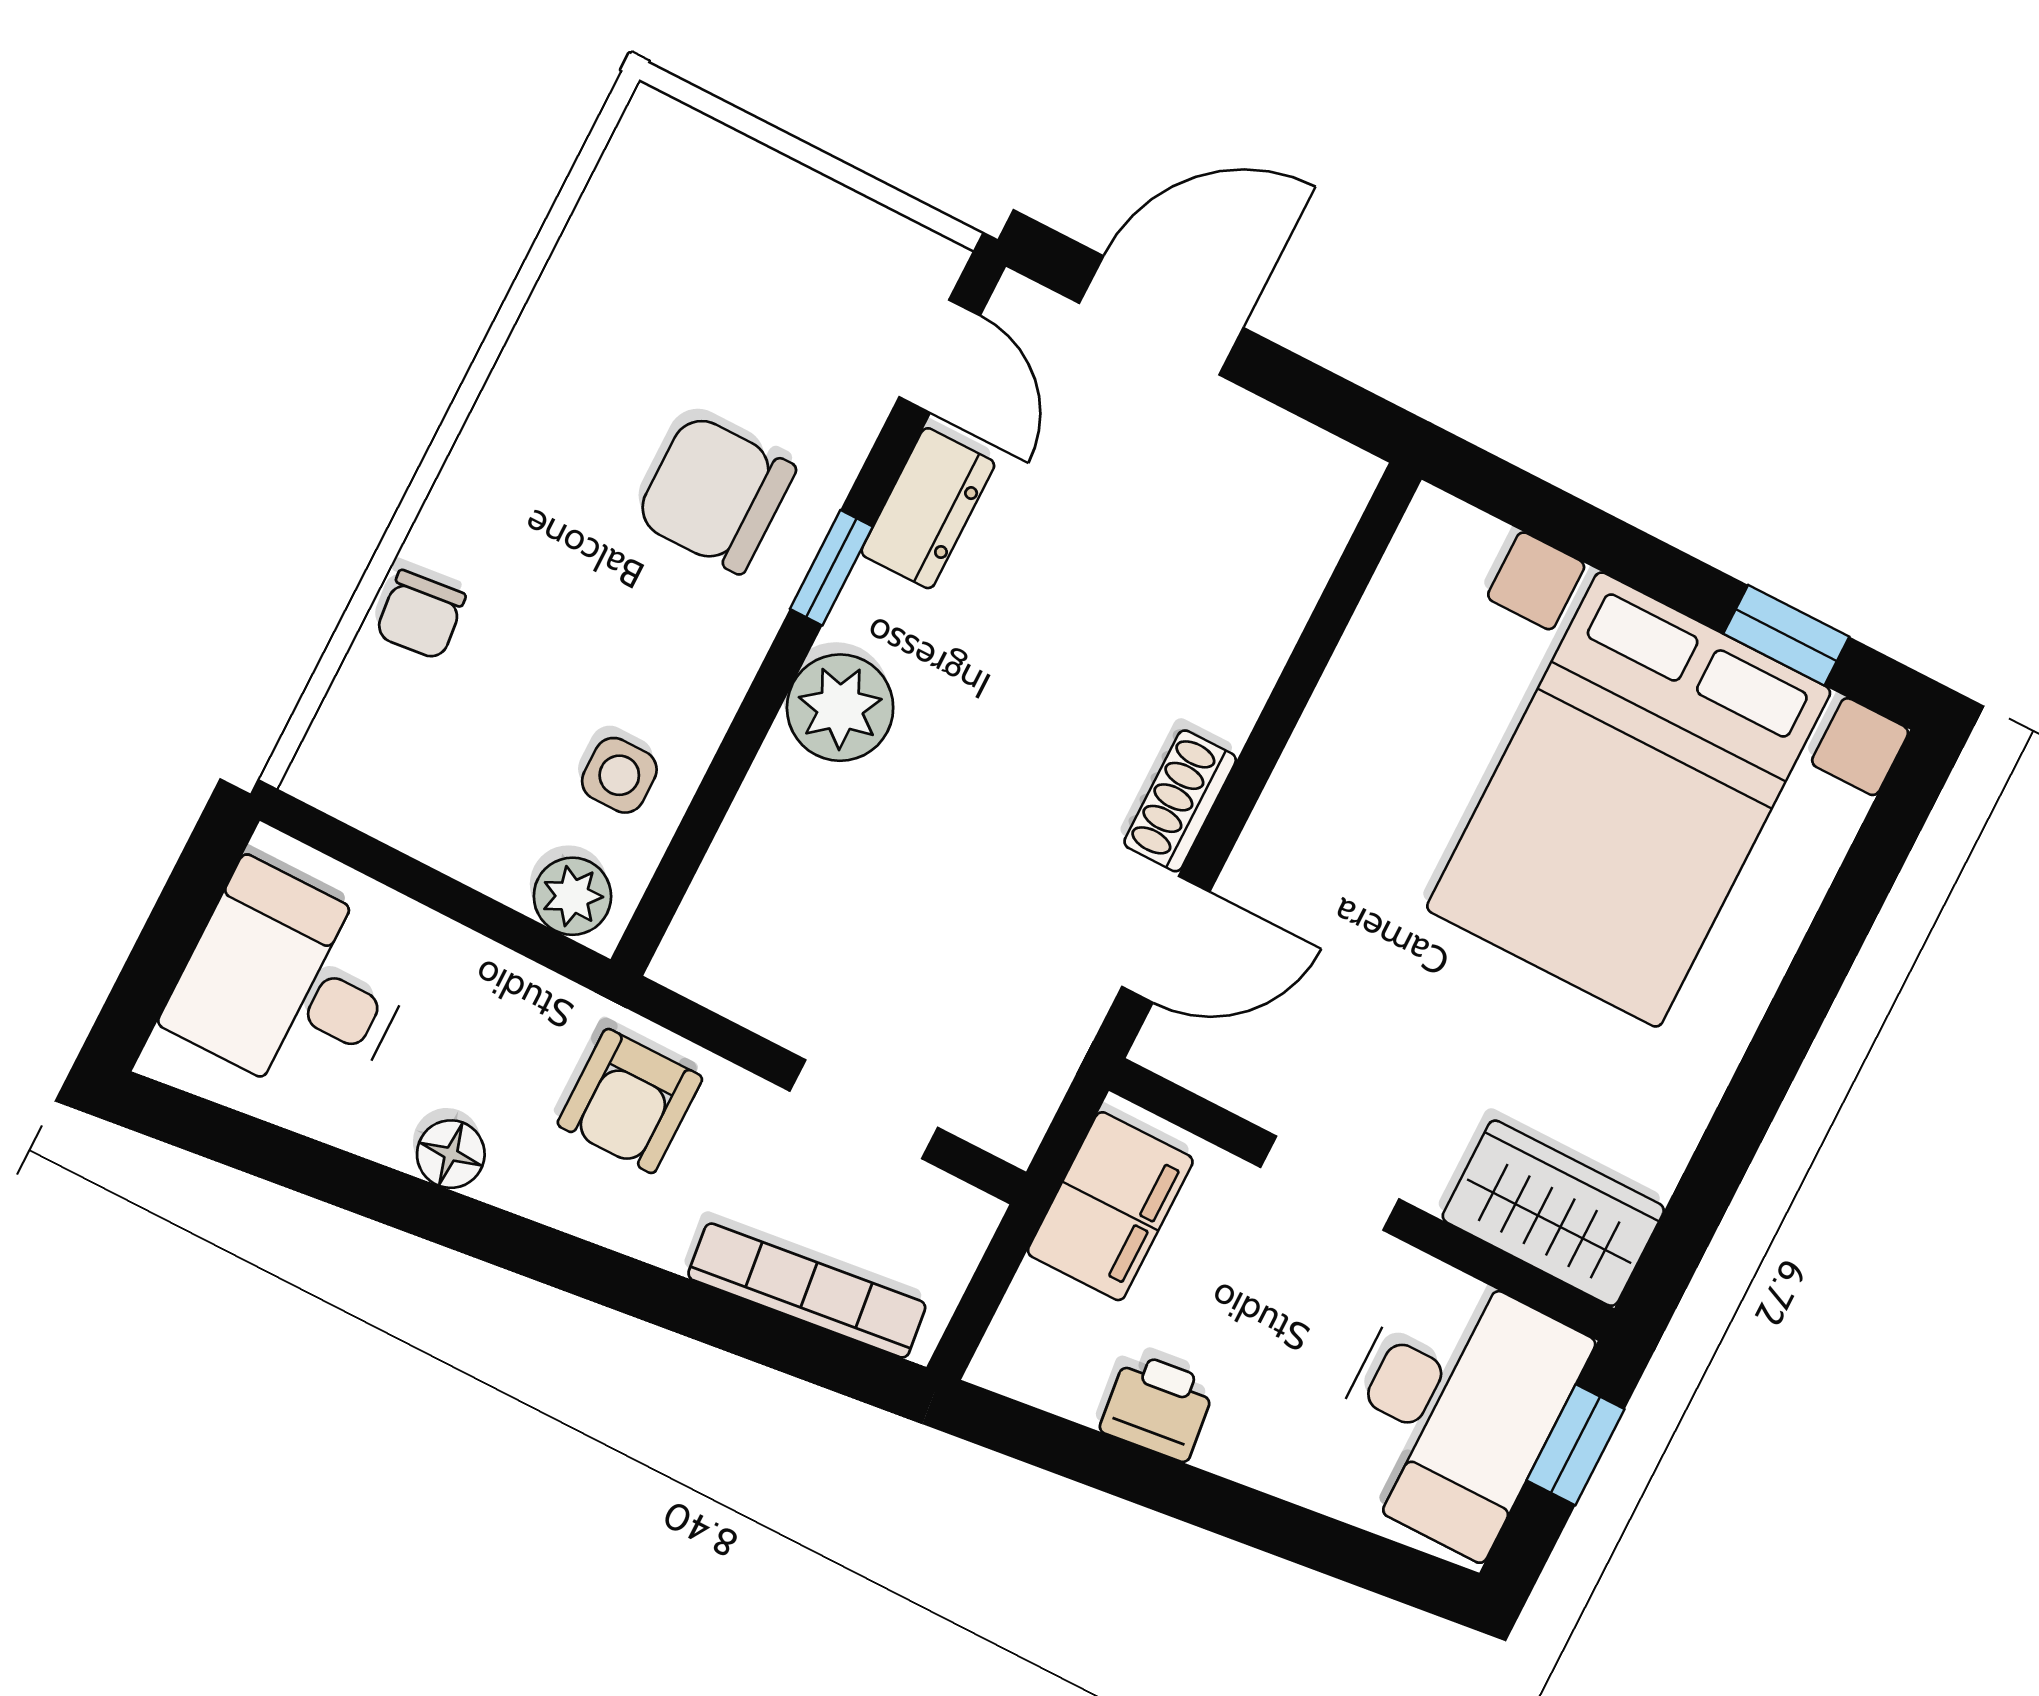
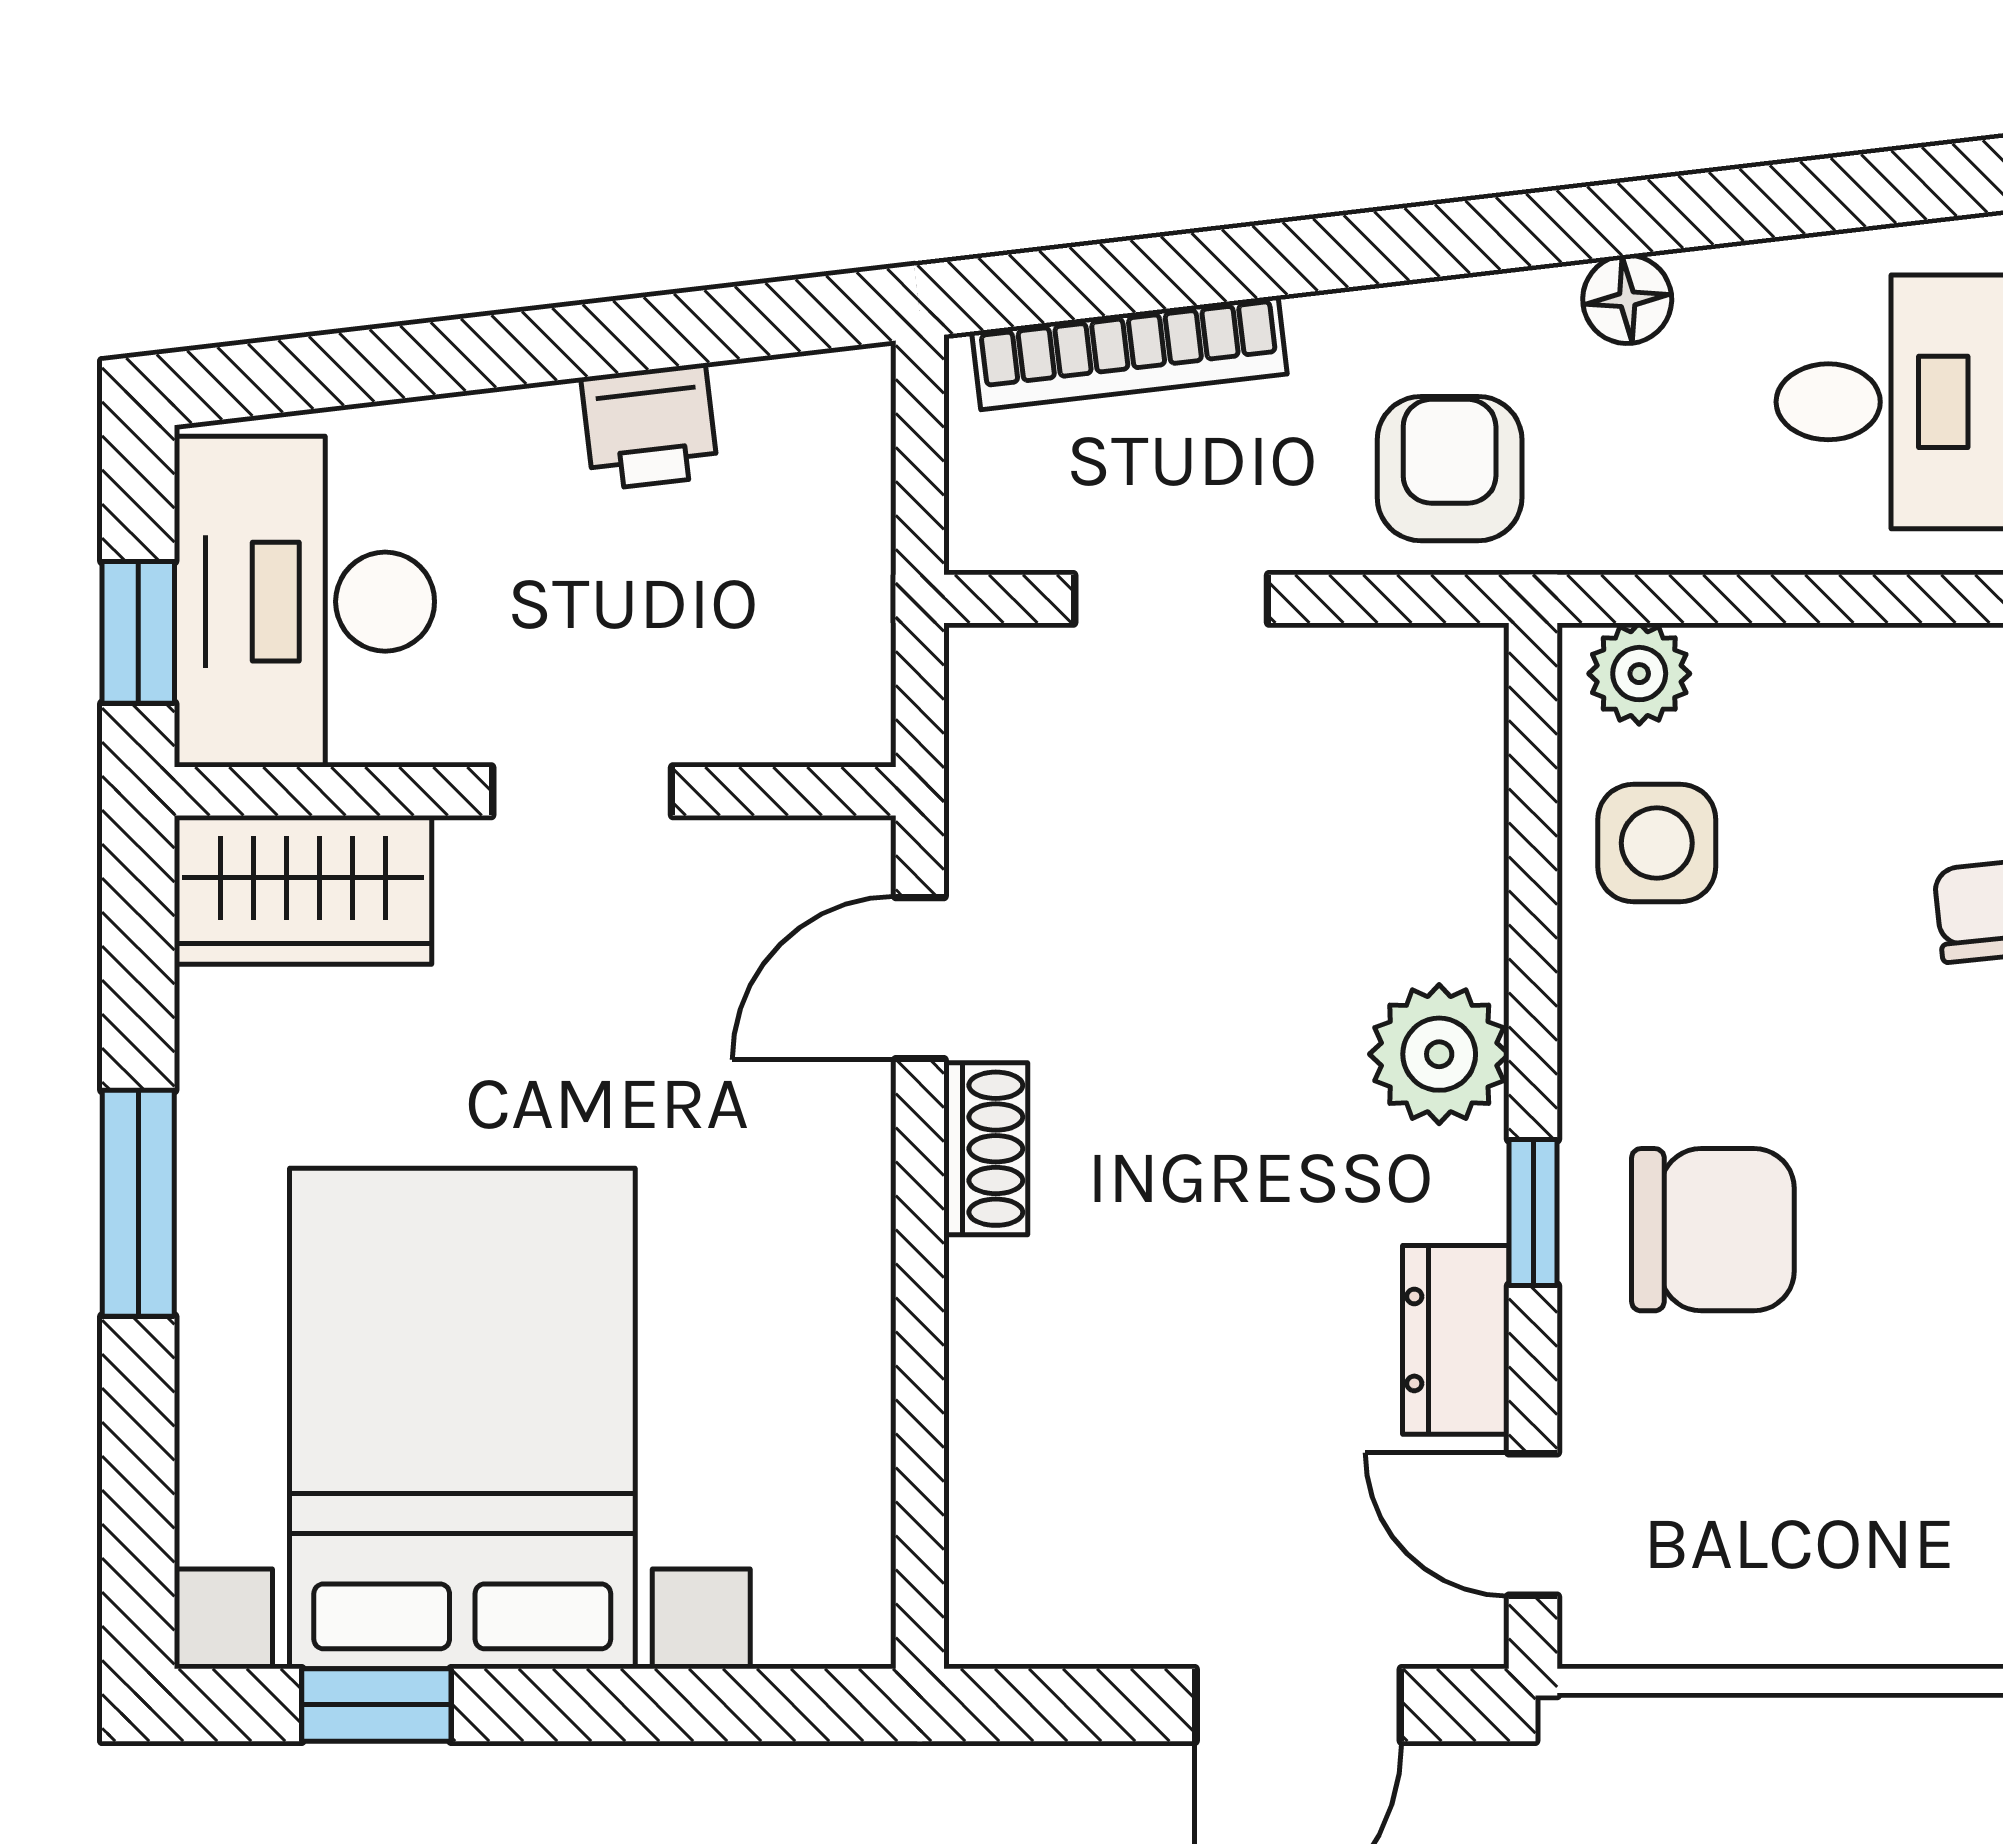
side table: (619, 775) -> (1657, 843), width x1.37, depth x1.37
window: (1774, 1058) -> (138, 1203), added
filing cabinet: (1110, 1206) -> (825, 633), removed

